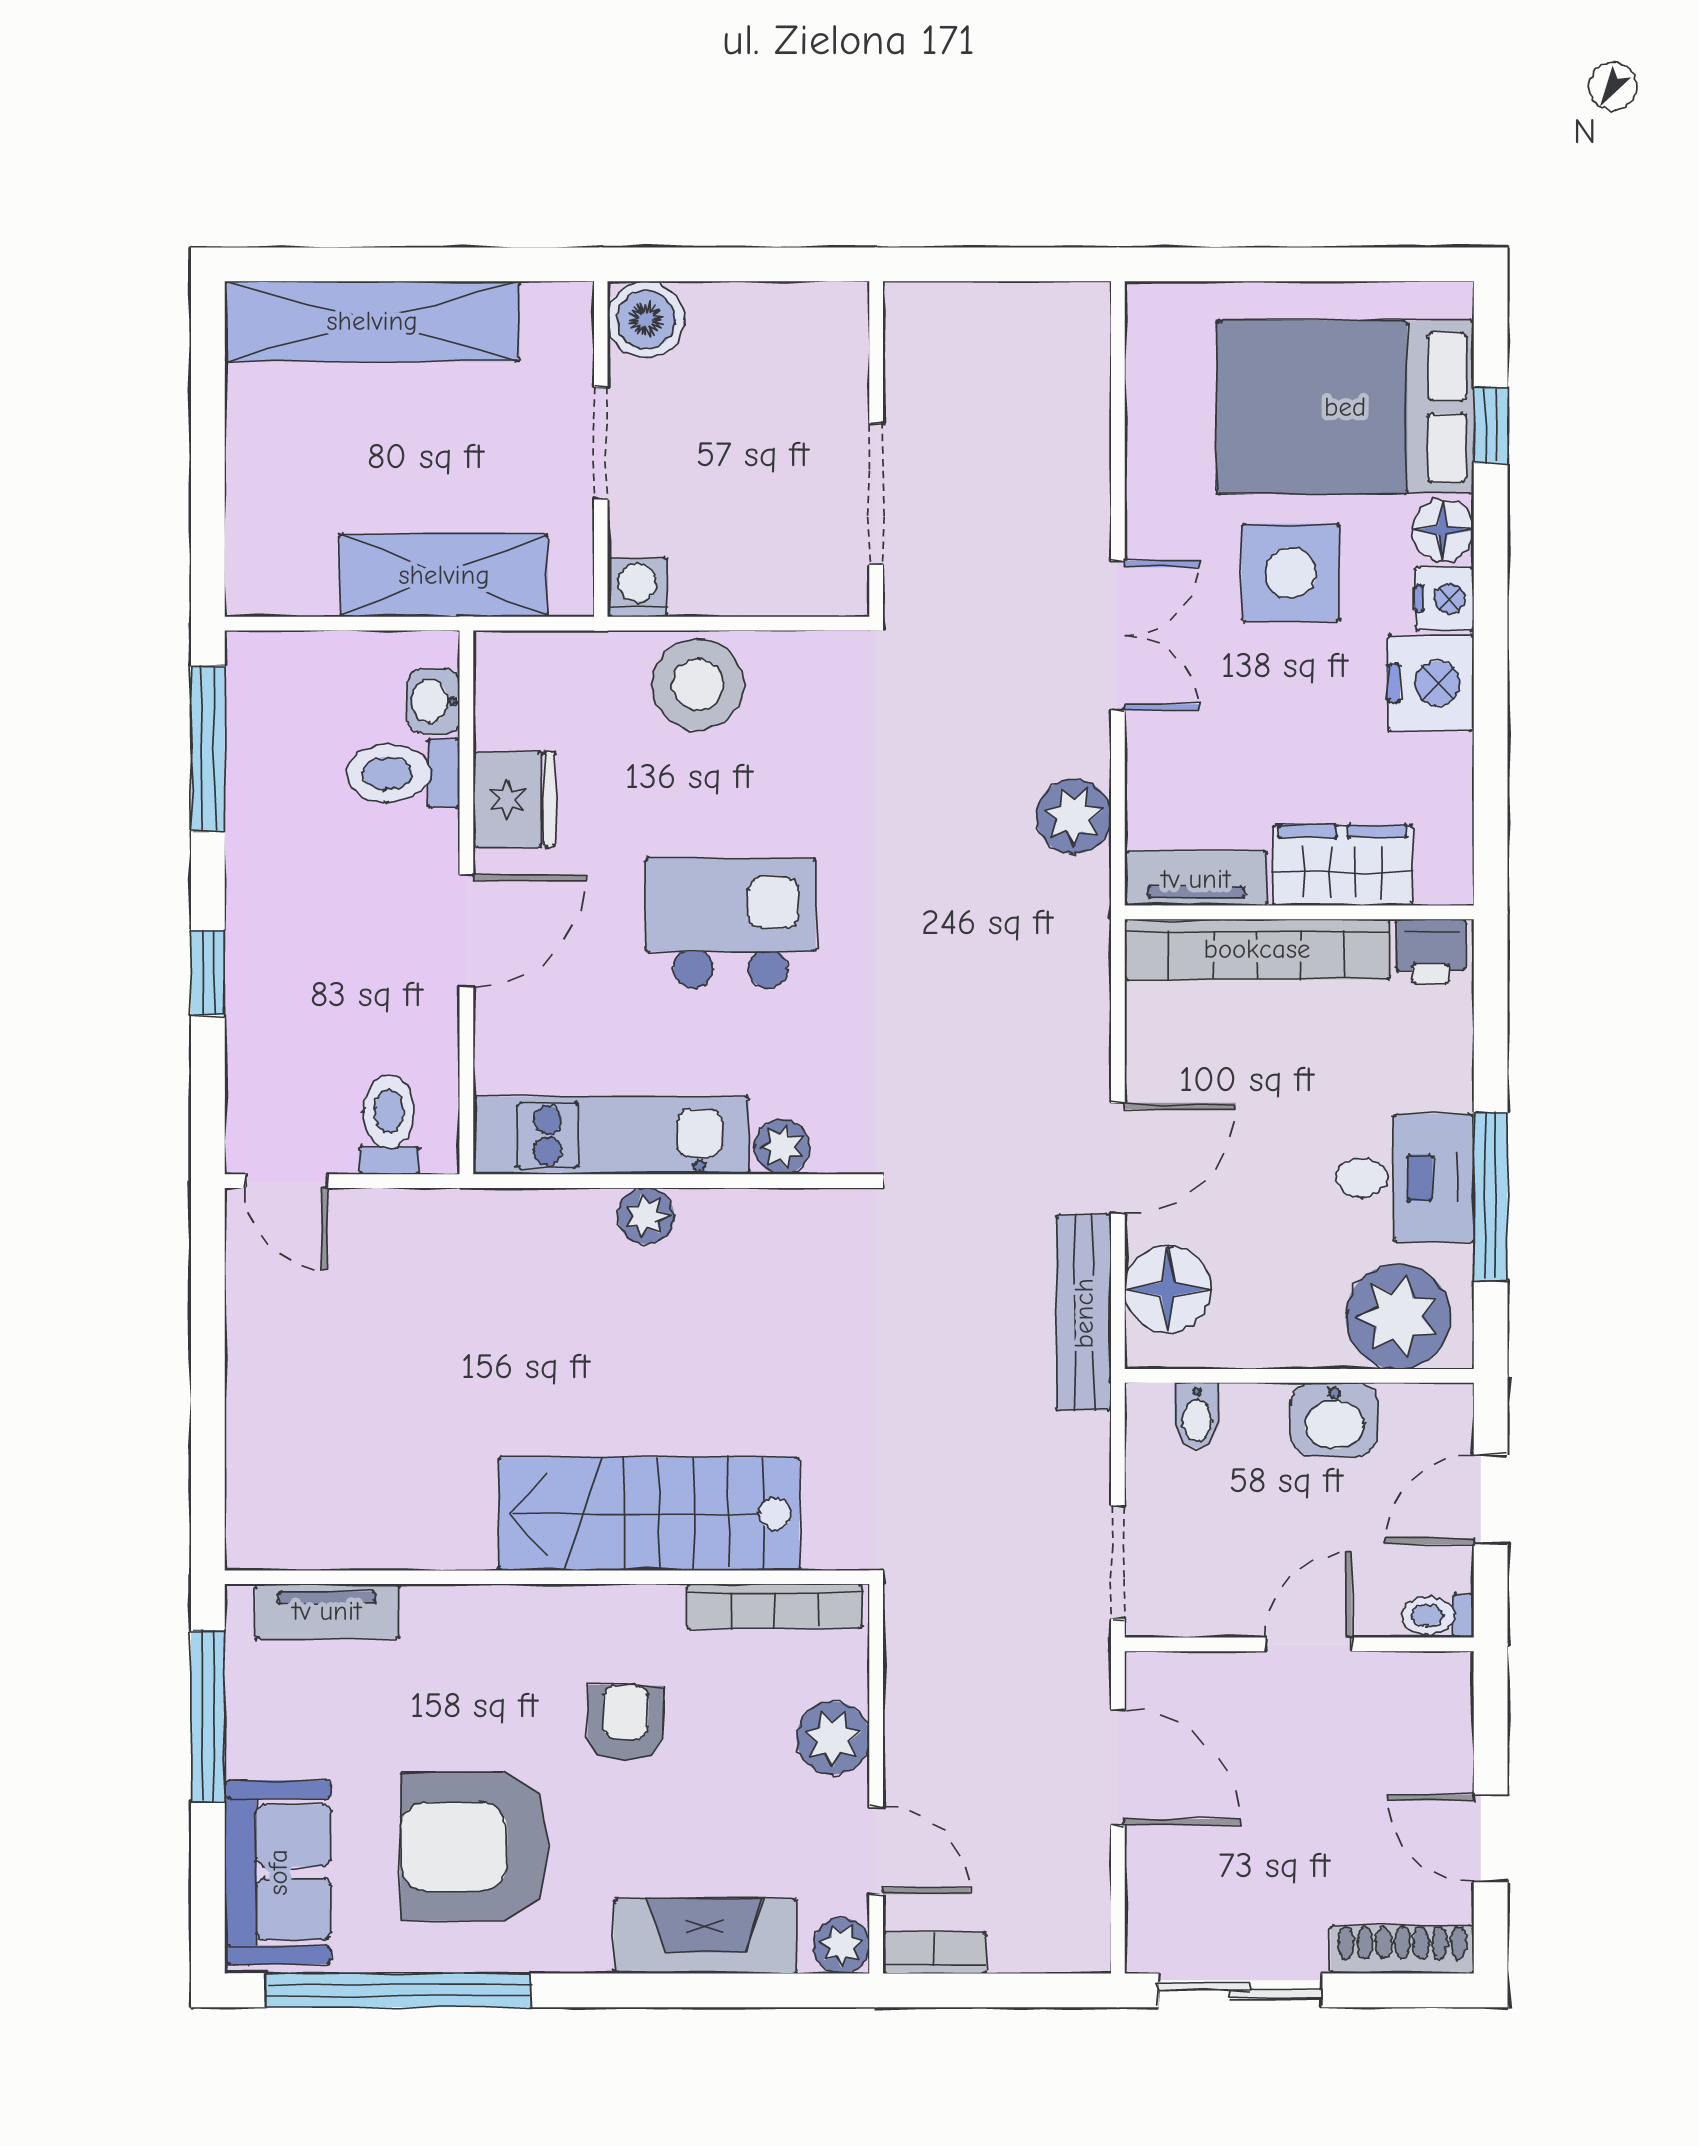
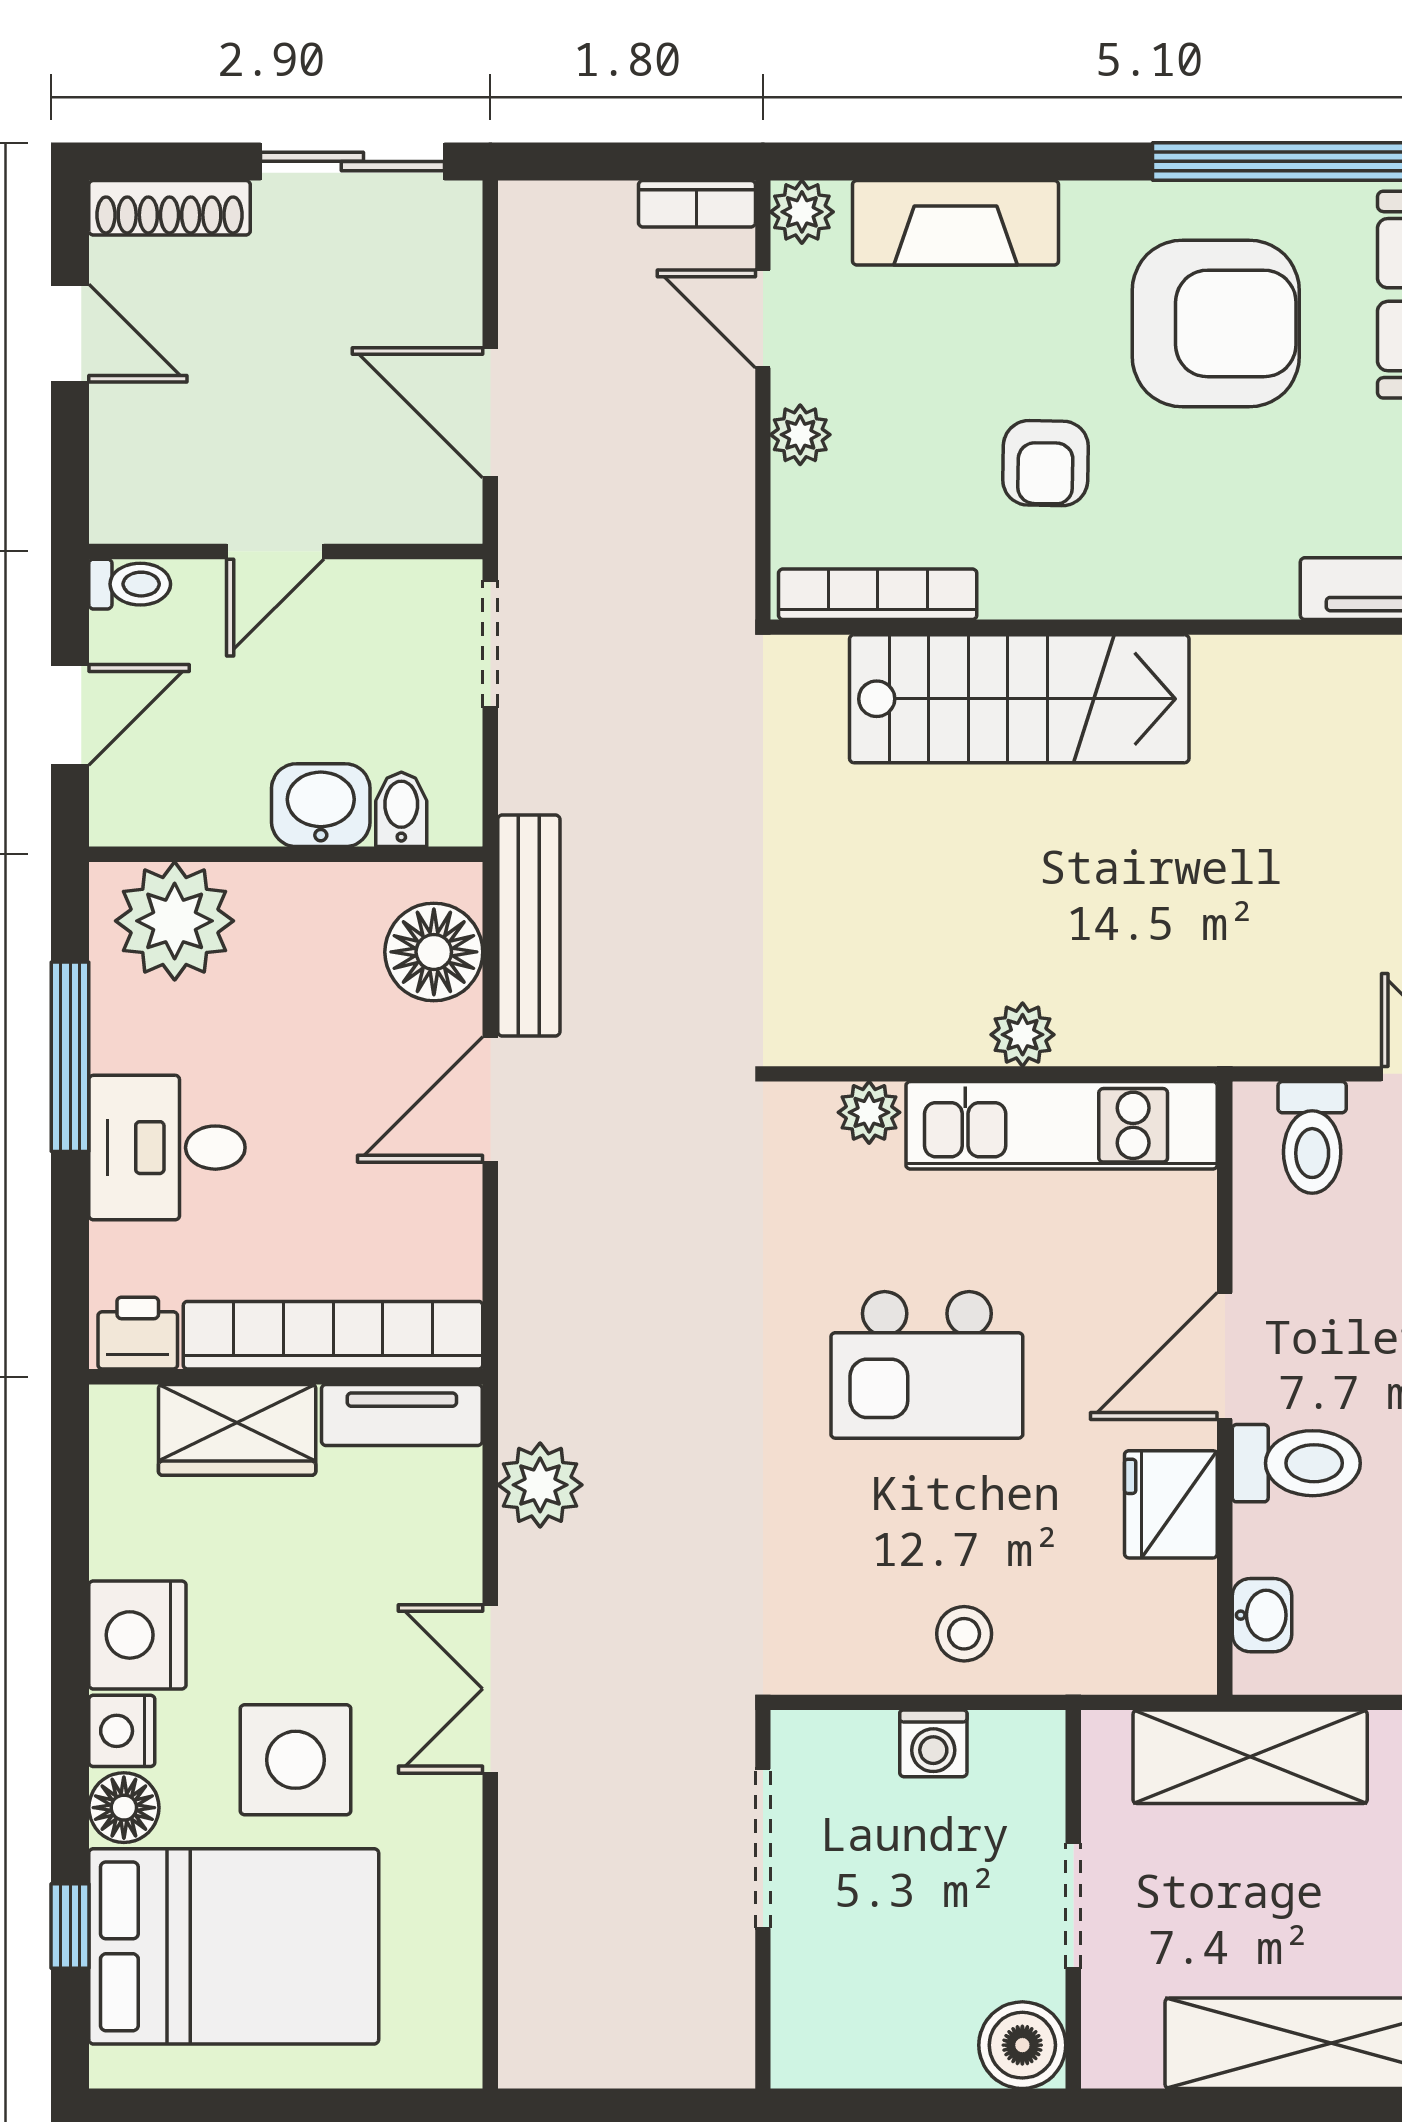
washing machine: (637, 587) -> (933, 1743), moved
stool: (698, 685) -> (964, 1634), width x0.53, depth x0.53
toilet: (403, 773) -> (1296, 1463), moved
desk: (1405, 1178) -> (167, 1148), moved
washbasin: (1334, 1419) -> (321, 805), moved
plant: (833, 1738) -> (800, 435), width x0.73, depth x0.73

